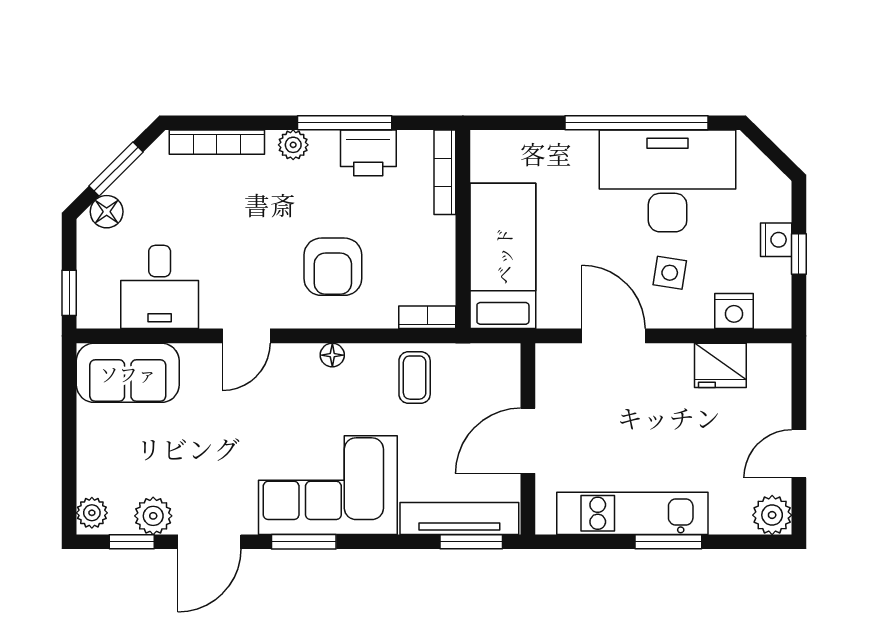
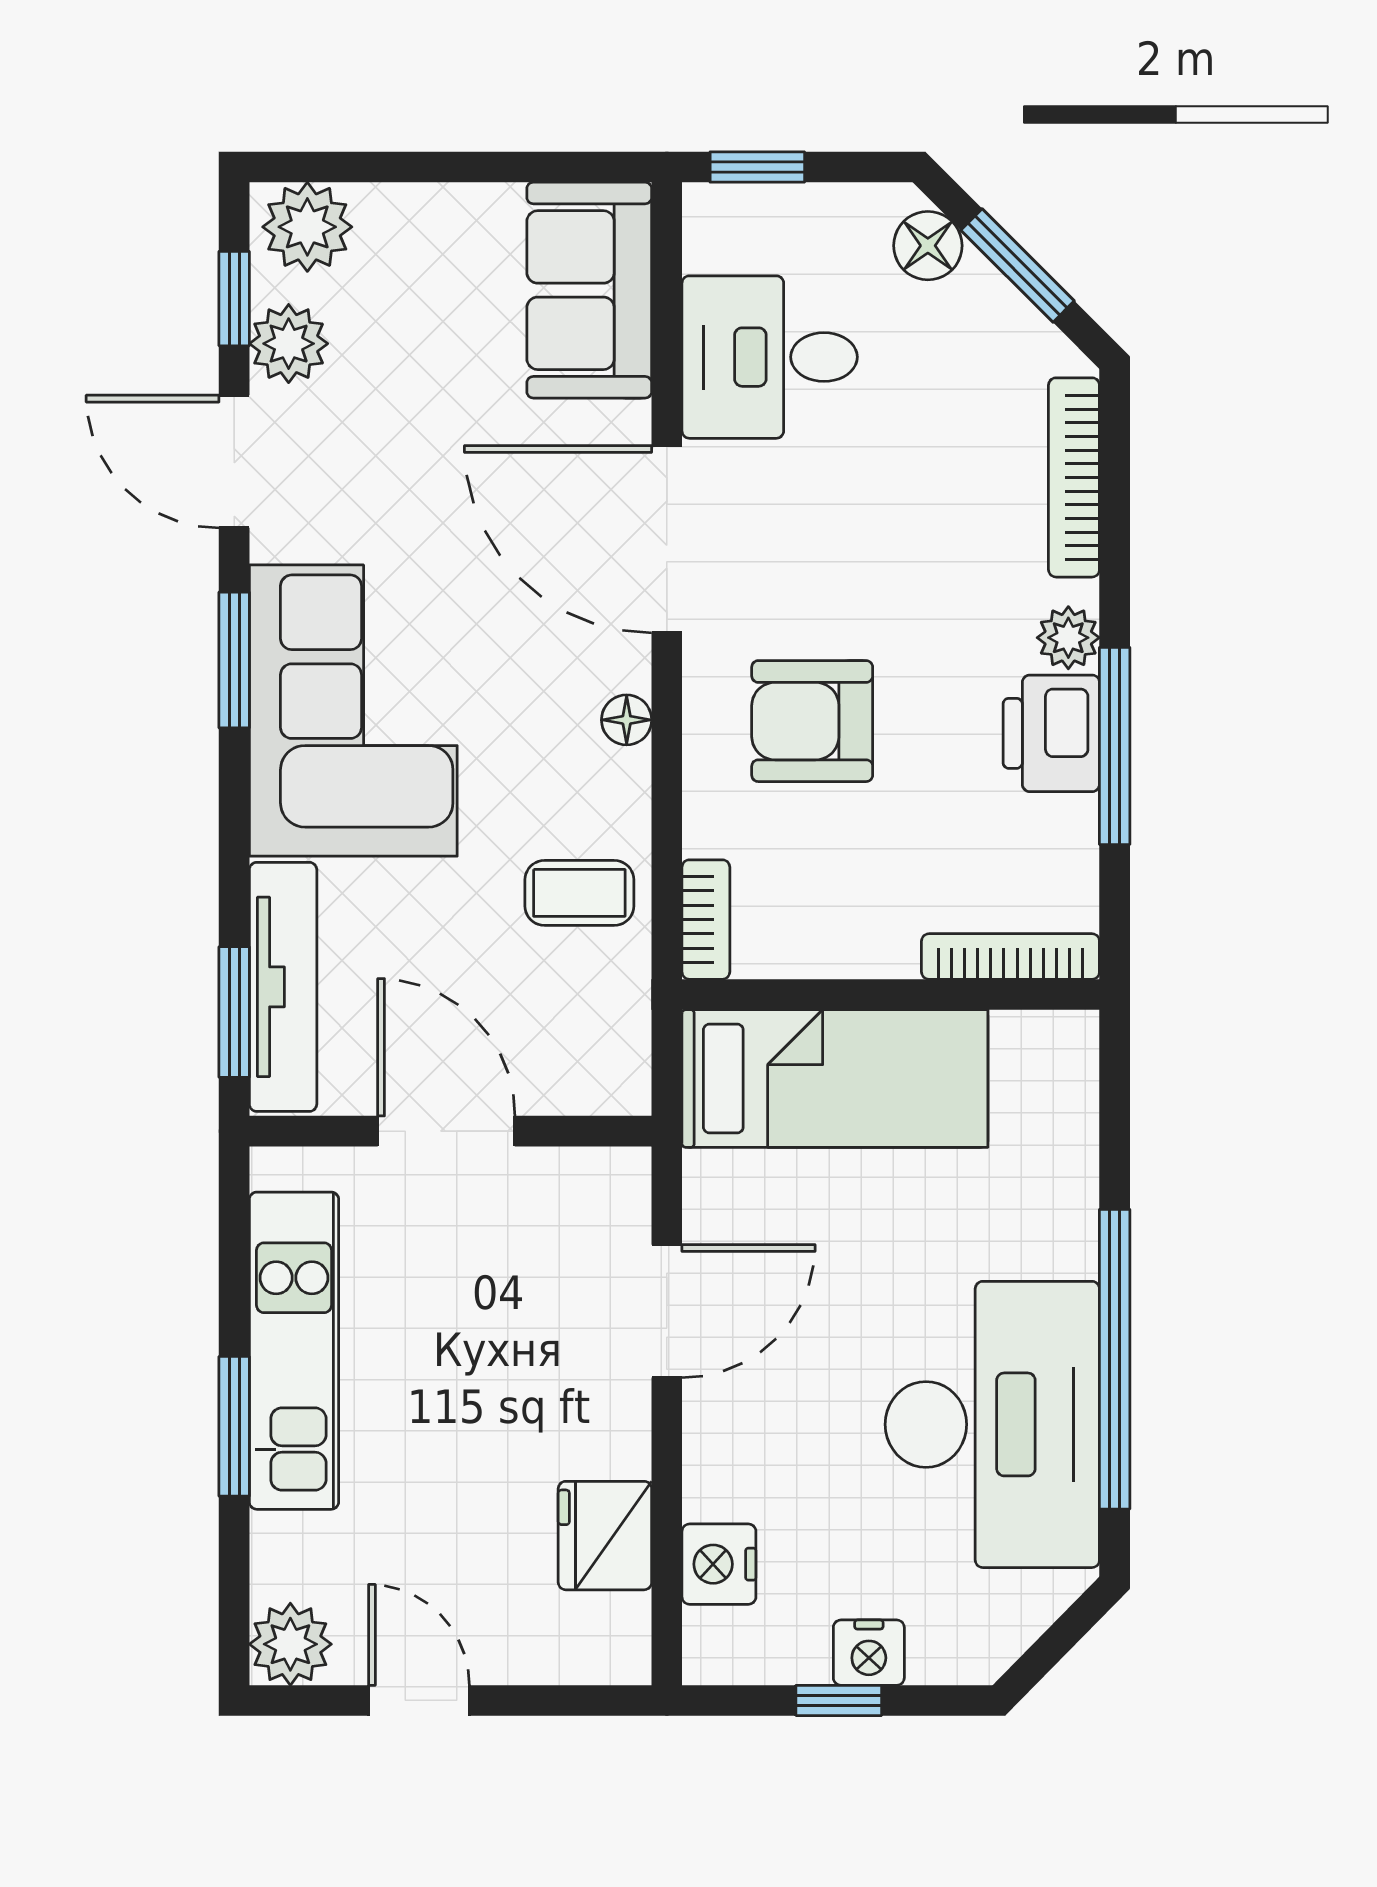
printer: (368, 153) -> (1051, 733), moved
side table: (670, 273) -> (799, 1429), removed
door: (246, 336) -> (667, 539), width x1.88
plant: (92, 513) -> (307, 227), width x1.38, depth x1.38

